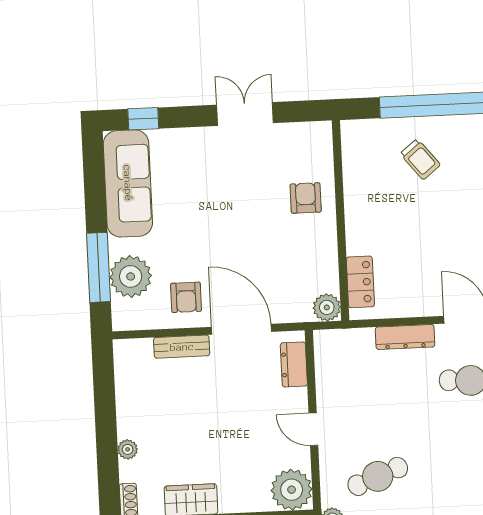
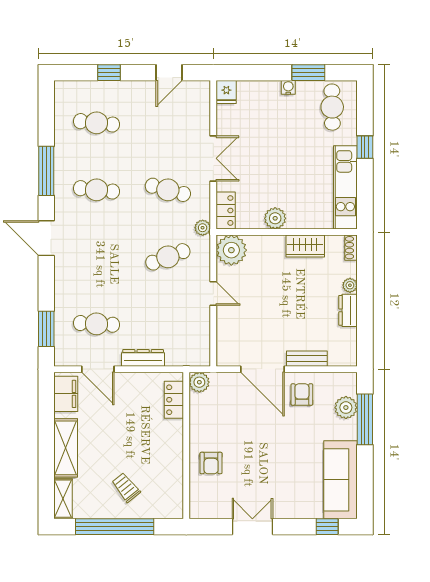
double door: (245, 114) -> (252, 527), swing flipped
plant: (131, 276) -> (346, 408), width x0.73, depth x0.73
dresser: (294, 364) -> (348, 310), moved, turned 180

